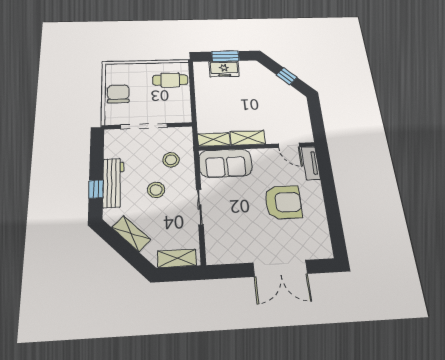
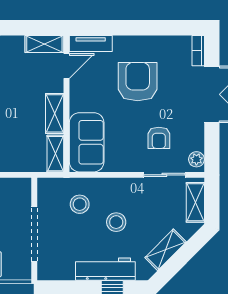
shelving: (305, 128) -> (44, 44), added
sliding door: (200, 207) -> (164, 175), moved
armchair: (235, 223) -> (159, 138), added
bookcase: (319, 253) -> (198, 51), added
plant: (218, 257) -> (196, 159), added

